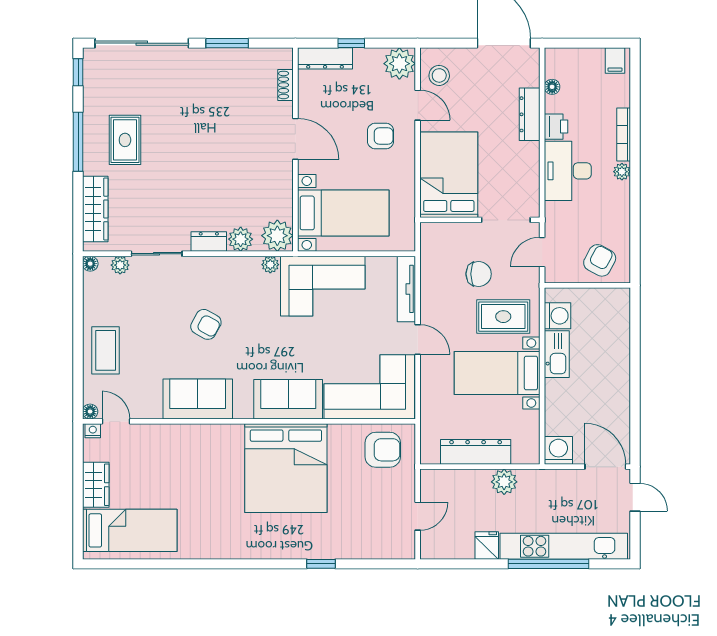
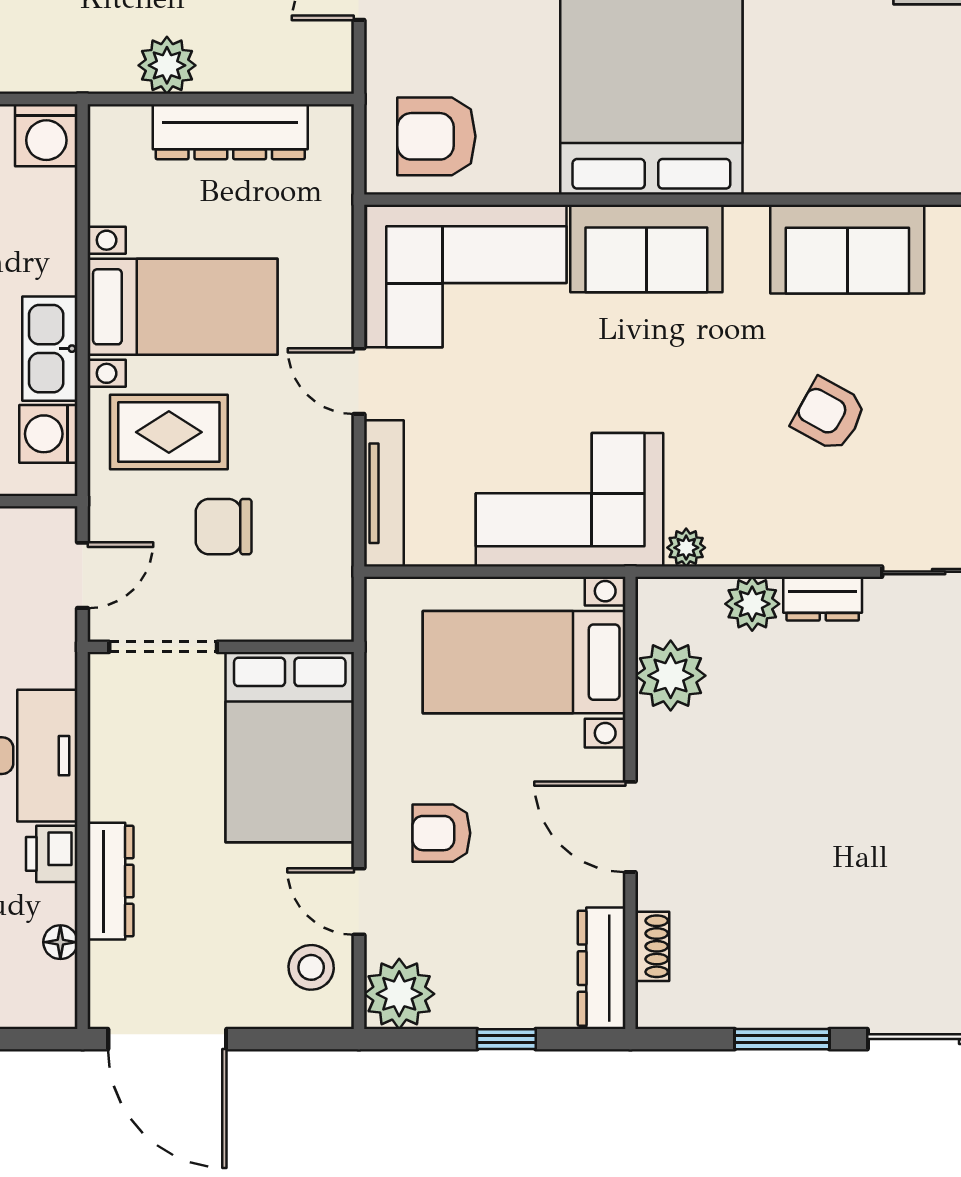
dresser: (325, 58) -> (602, 968), moved, turned -90
plant: (277, 236) -> (671, 676), moved

